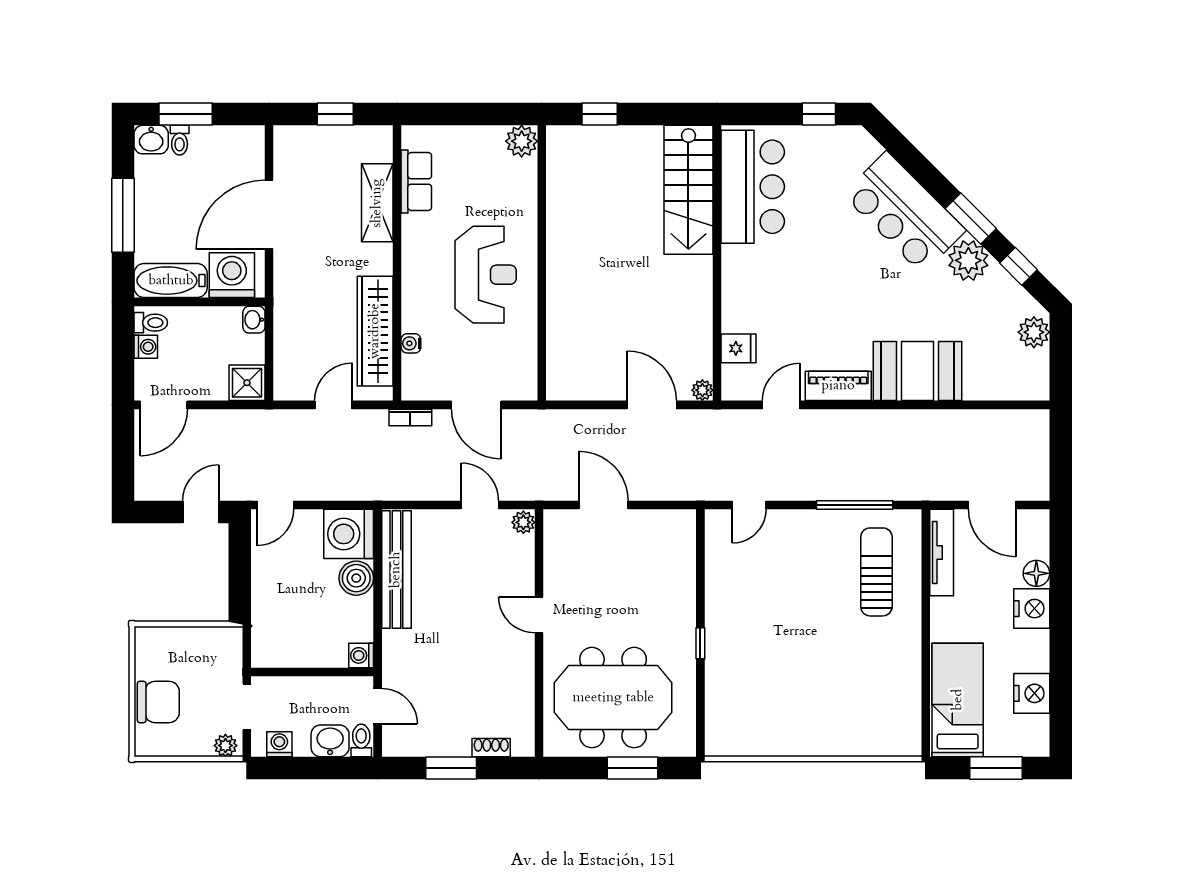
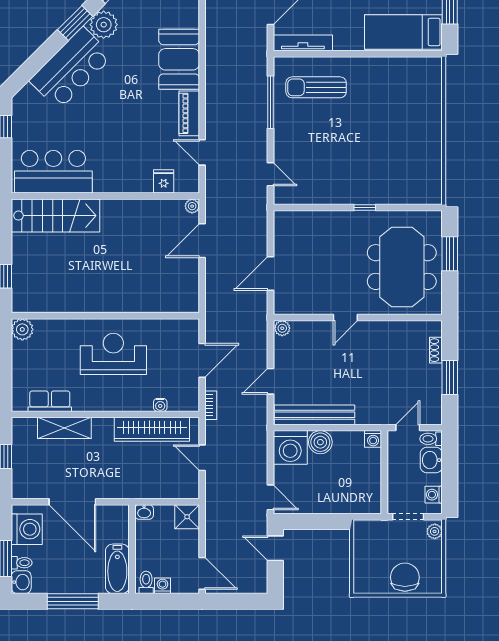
washing machine: (232, 275) -> (27, 529), moved, turned 180
door: (480, 505) -> (270, 381), moved

